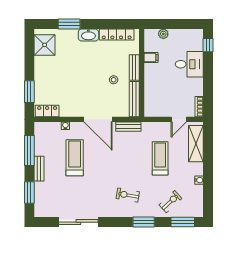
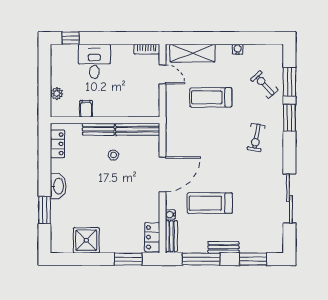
locker: (117, 35) -> (58, 144), width x0.66
shower: (45, 45) -> (86, 240), moved
bench: (128, 127) -> (171, 236), moved
window: (183, 222) -> (289, 82), moved

